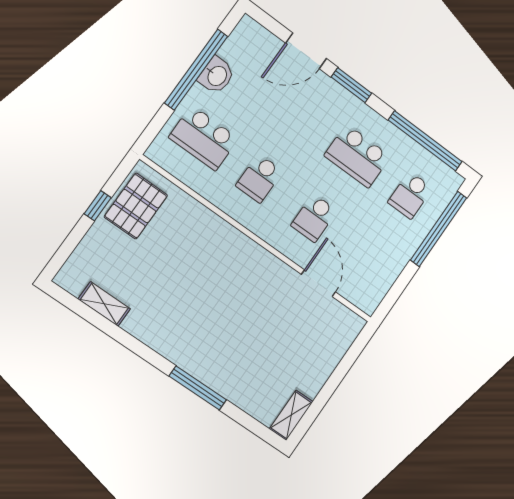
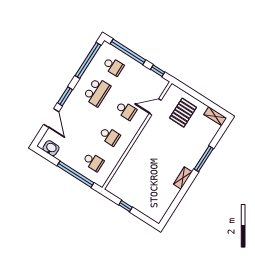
window: (196, 70) -> (76, 174), moved
washbasin: (217, 76) -> (51, 148), moved
school desk: (204, 138) -> (93, 162), width x0.54
pallet: (136, 206) -> (183, 113), moved, turned 90
window: (395, 292) -> (158, 71), added
shelving: (104, 304) -> (183, 178), moved

